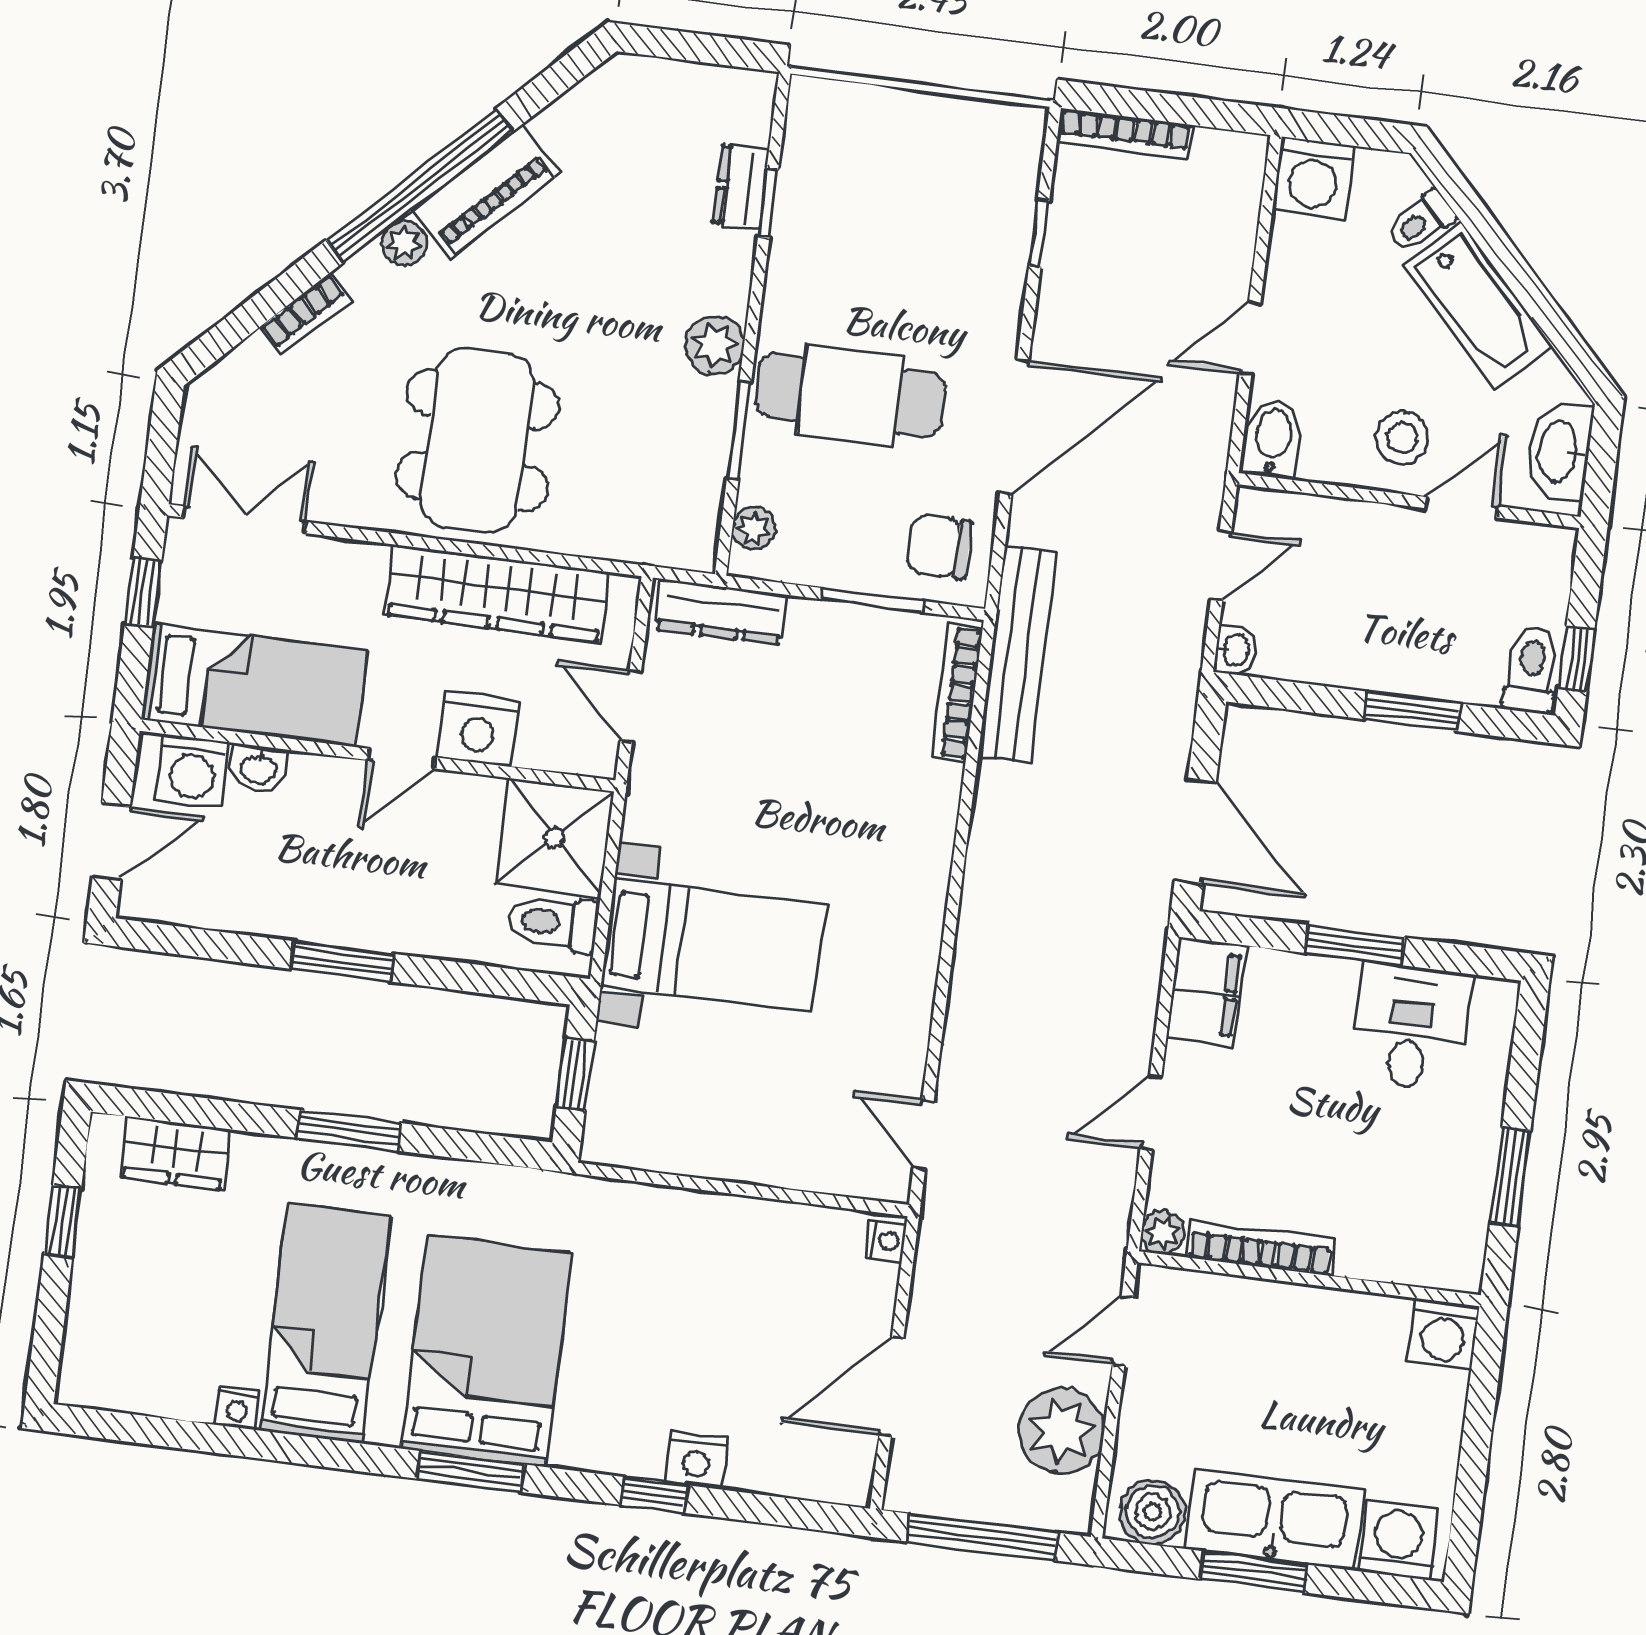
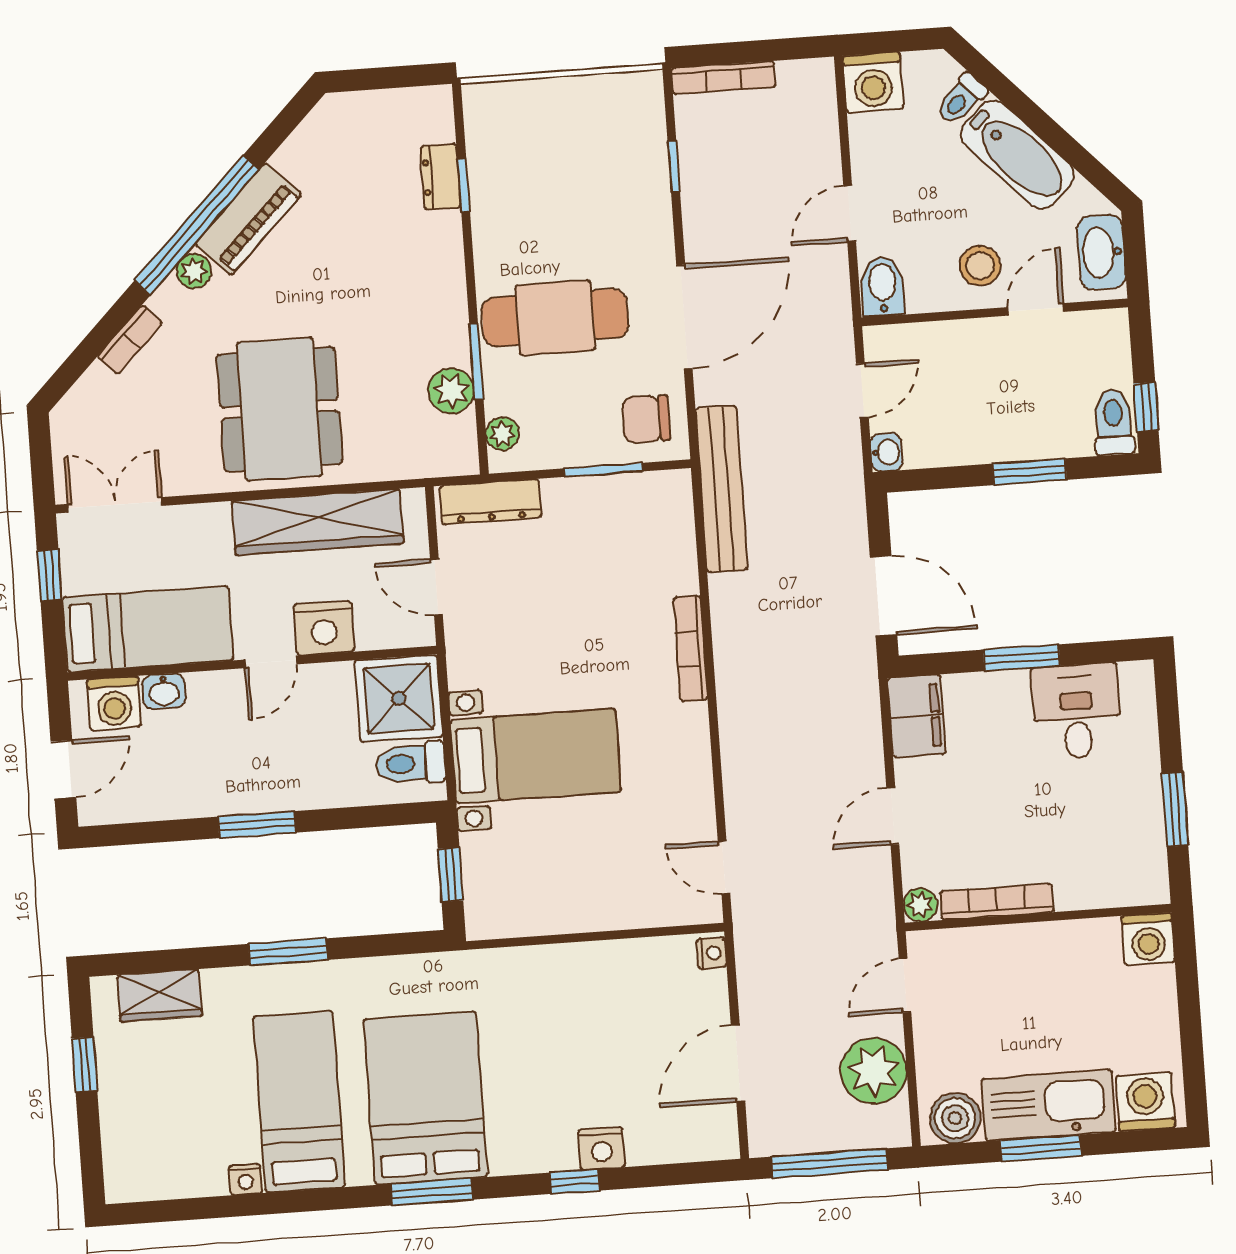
plant: (715, 345) -> (451, 391), moved
bookcase: (957, 693) -> (691, 649), moved

